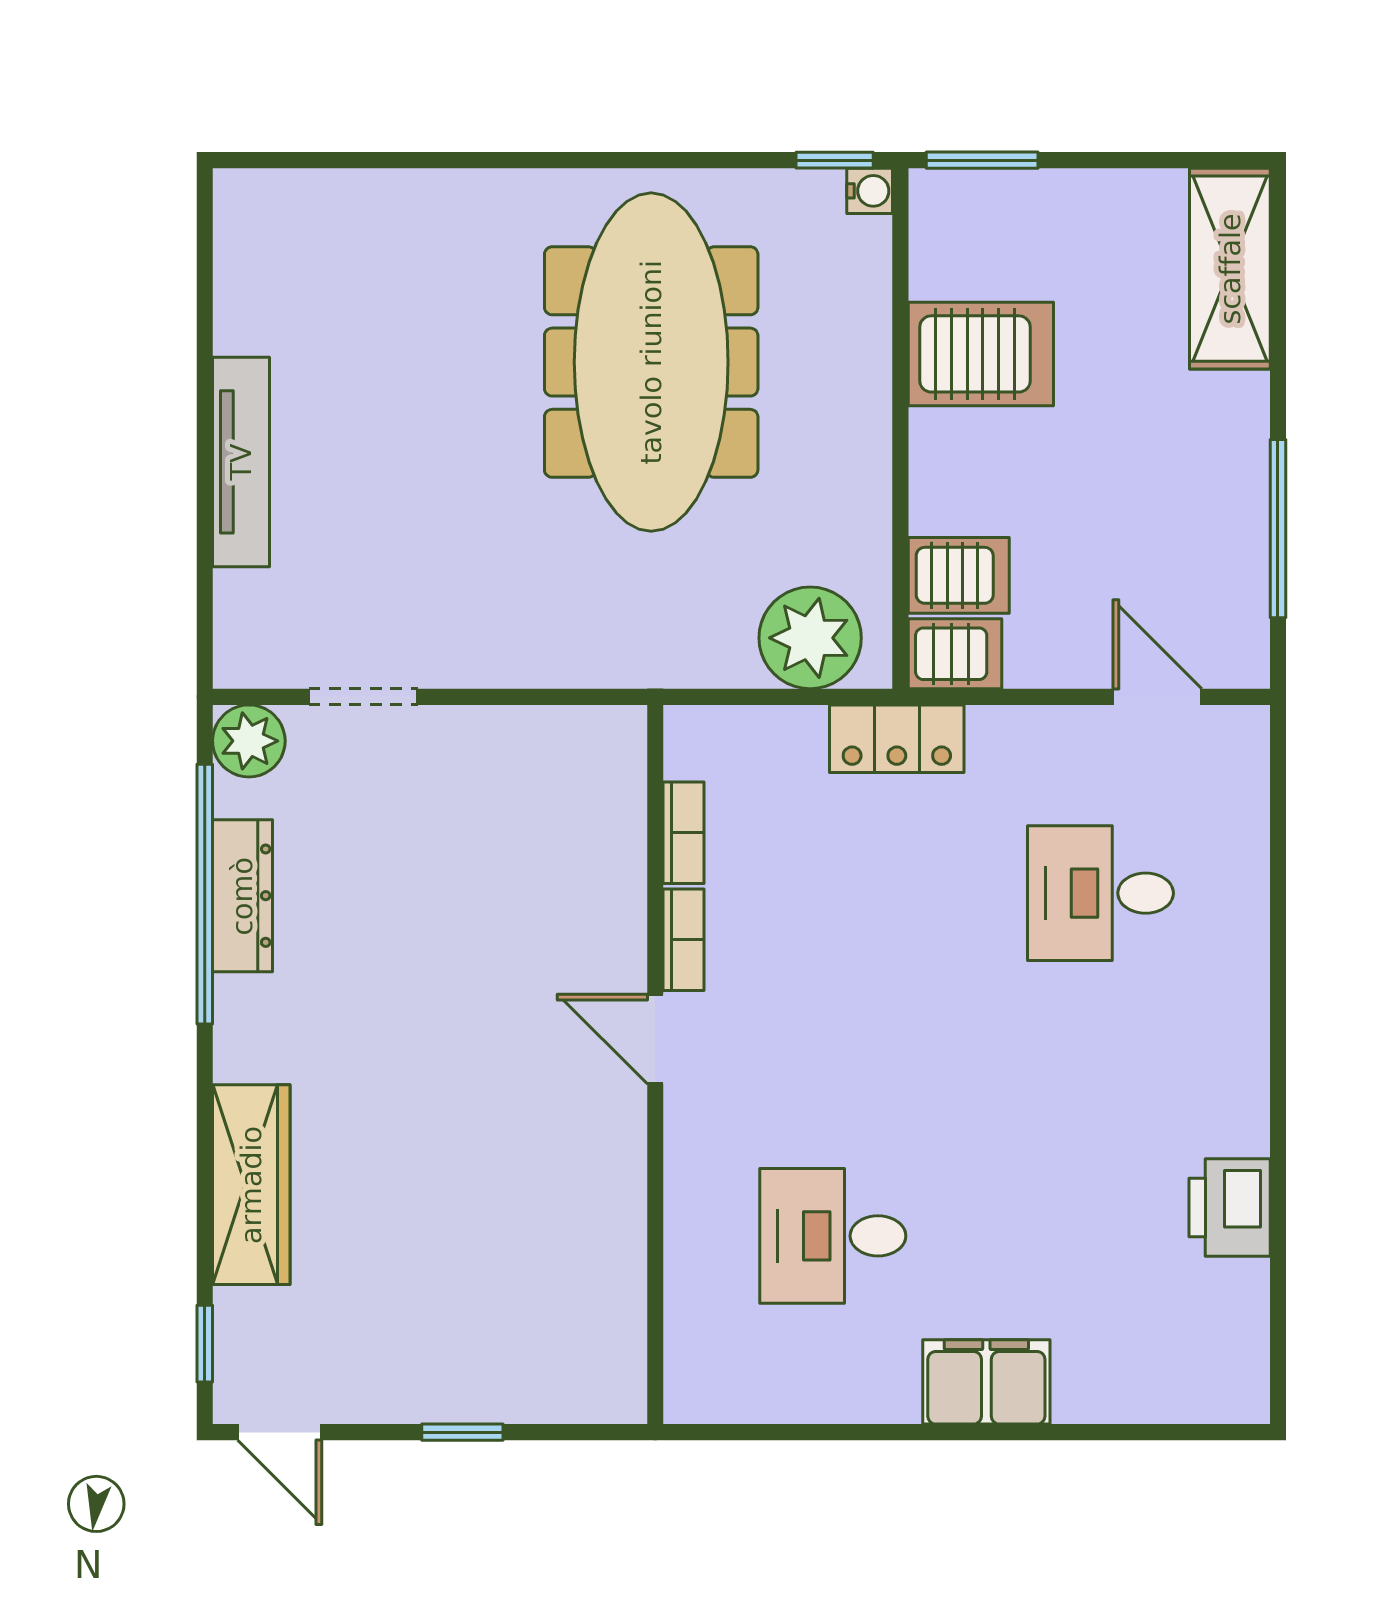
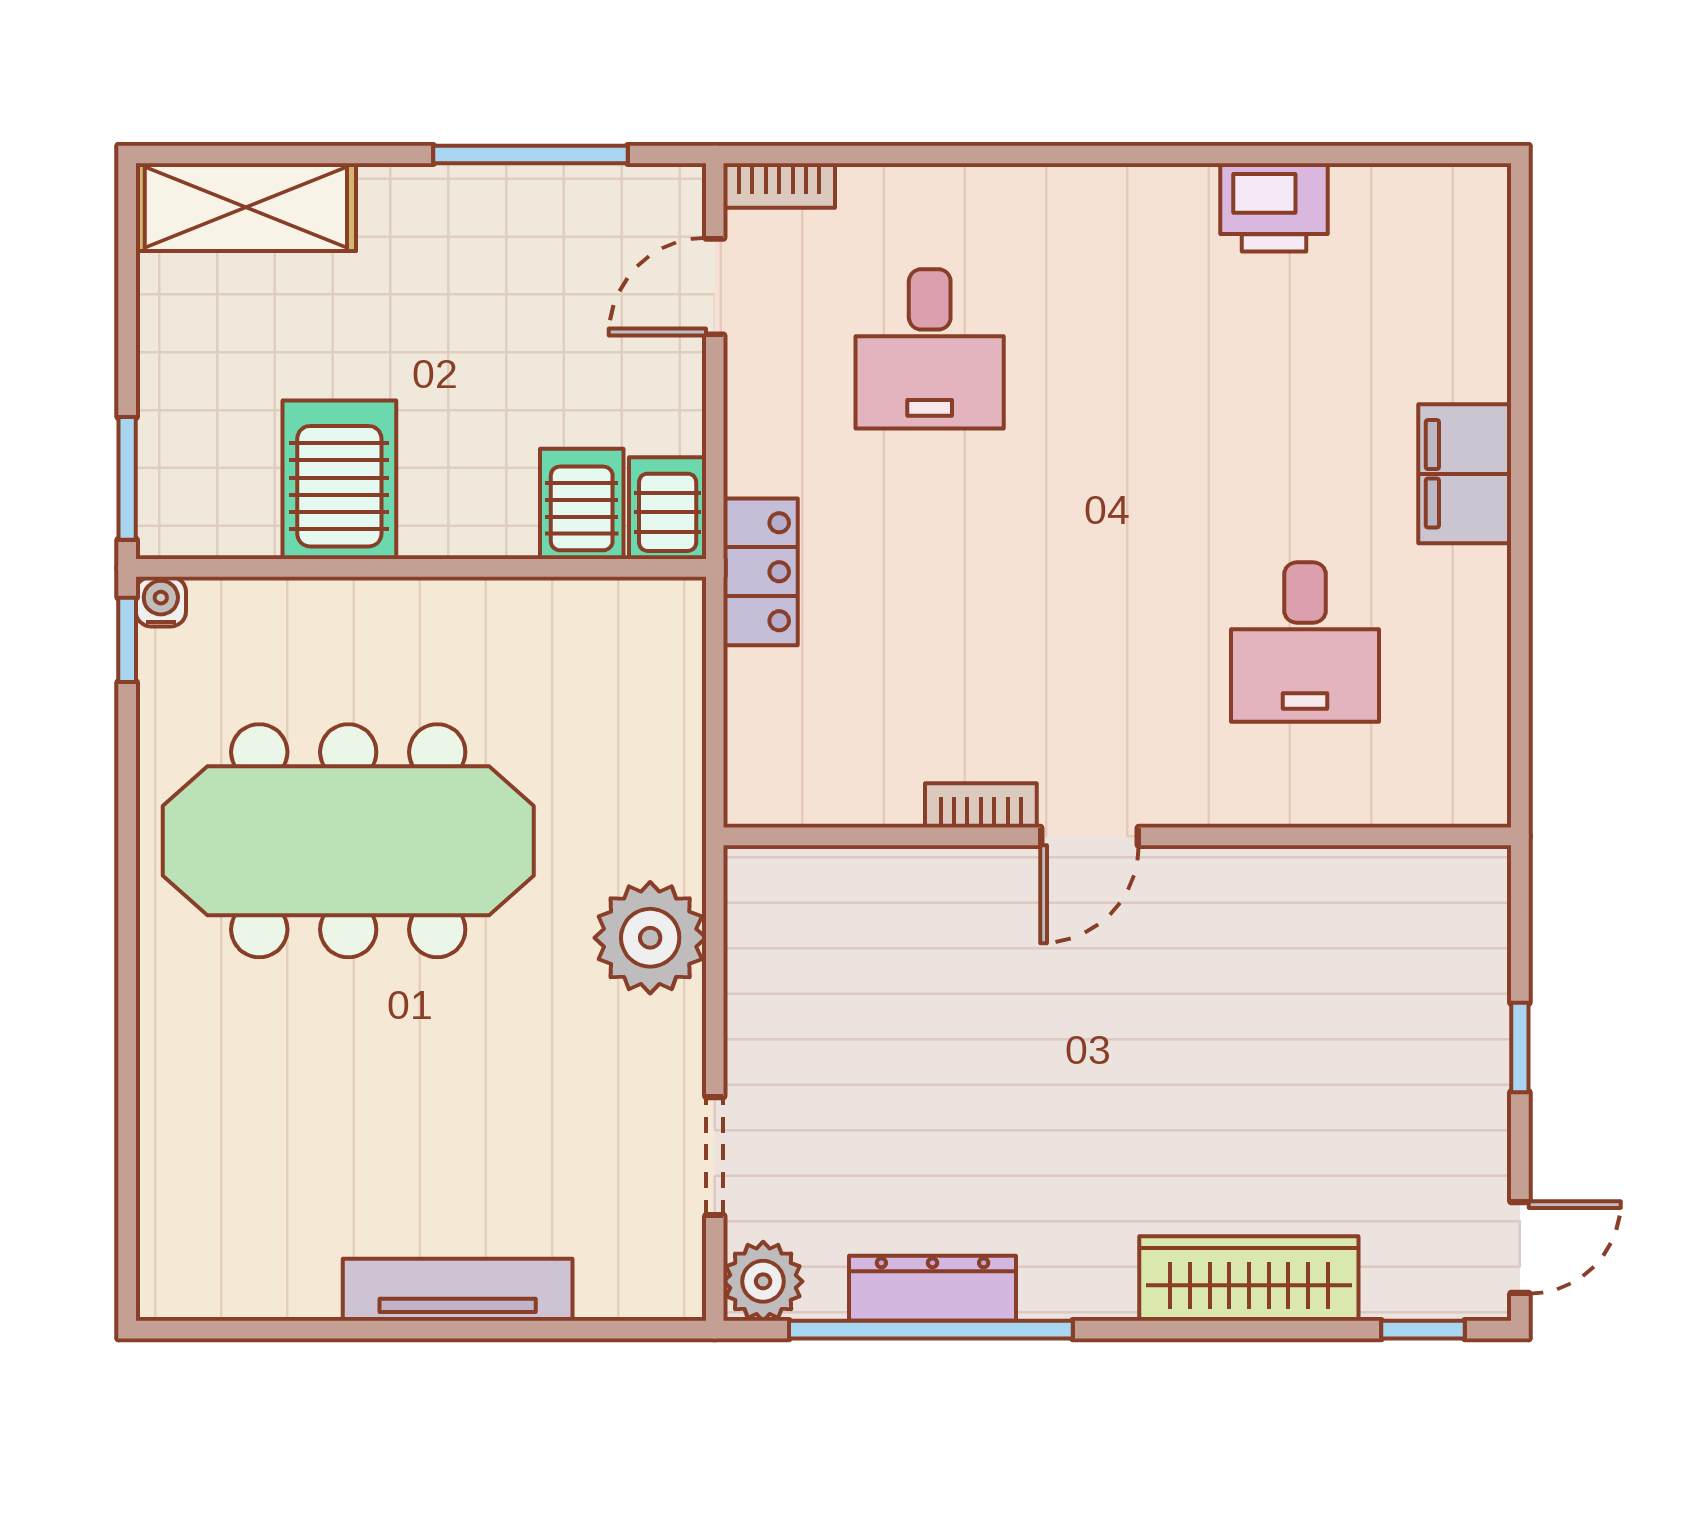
plant: (810, 638) -> (650, 938), moved
bookcase: (684, 833) -> (779, 185), moved, turned 180

